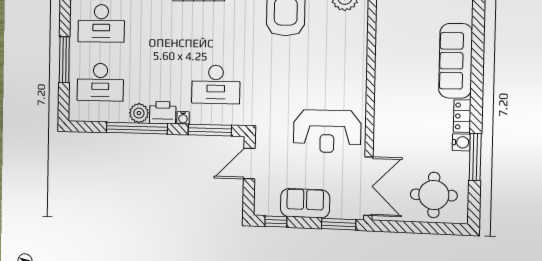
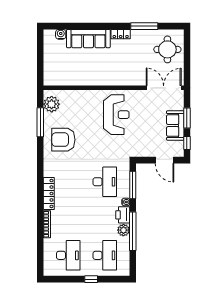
window: (64, 60) -> (91, 279), width x0.46
reception desk: (327, 131) -> (116, 115), moved
water cooler: (461, 142) -> (61, 34), moved
door: (249, 164) -> (164, 160), moved
window: (339, 224) -> (187, 118), moved

